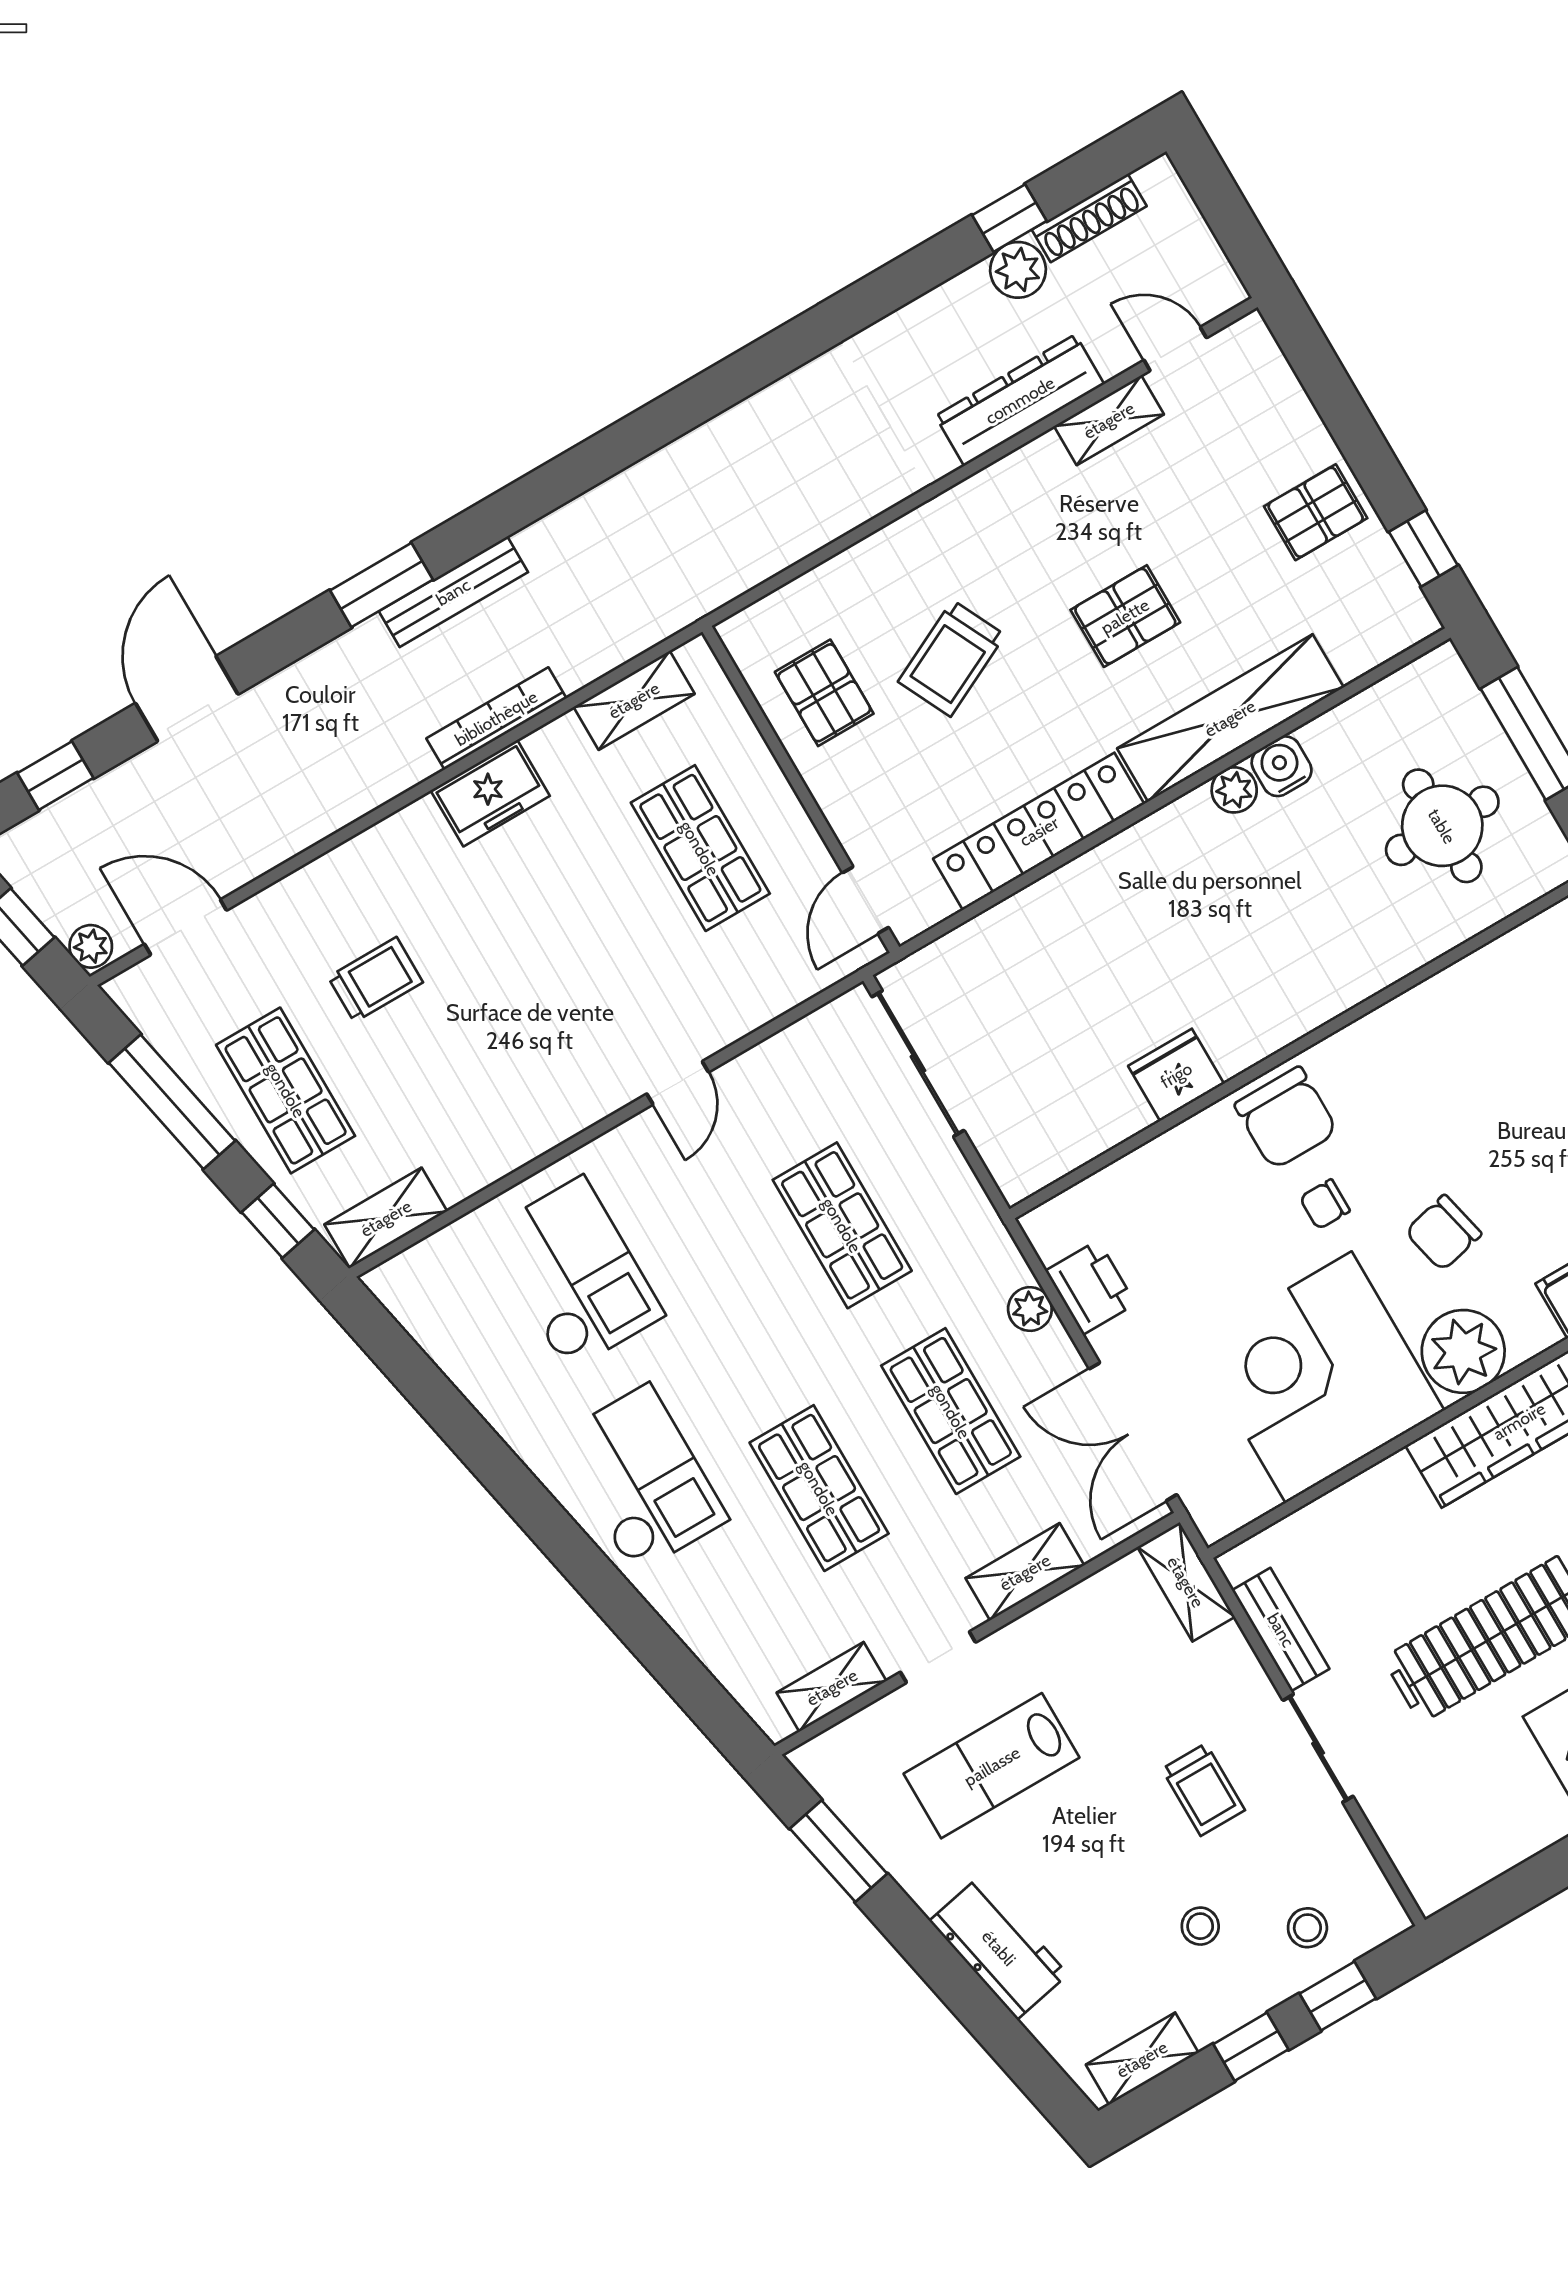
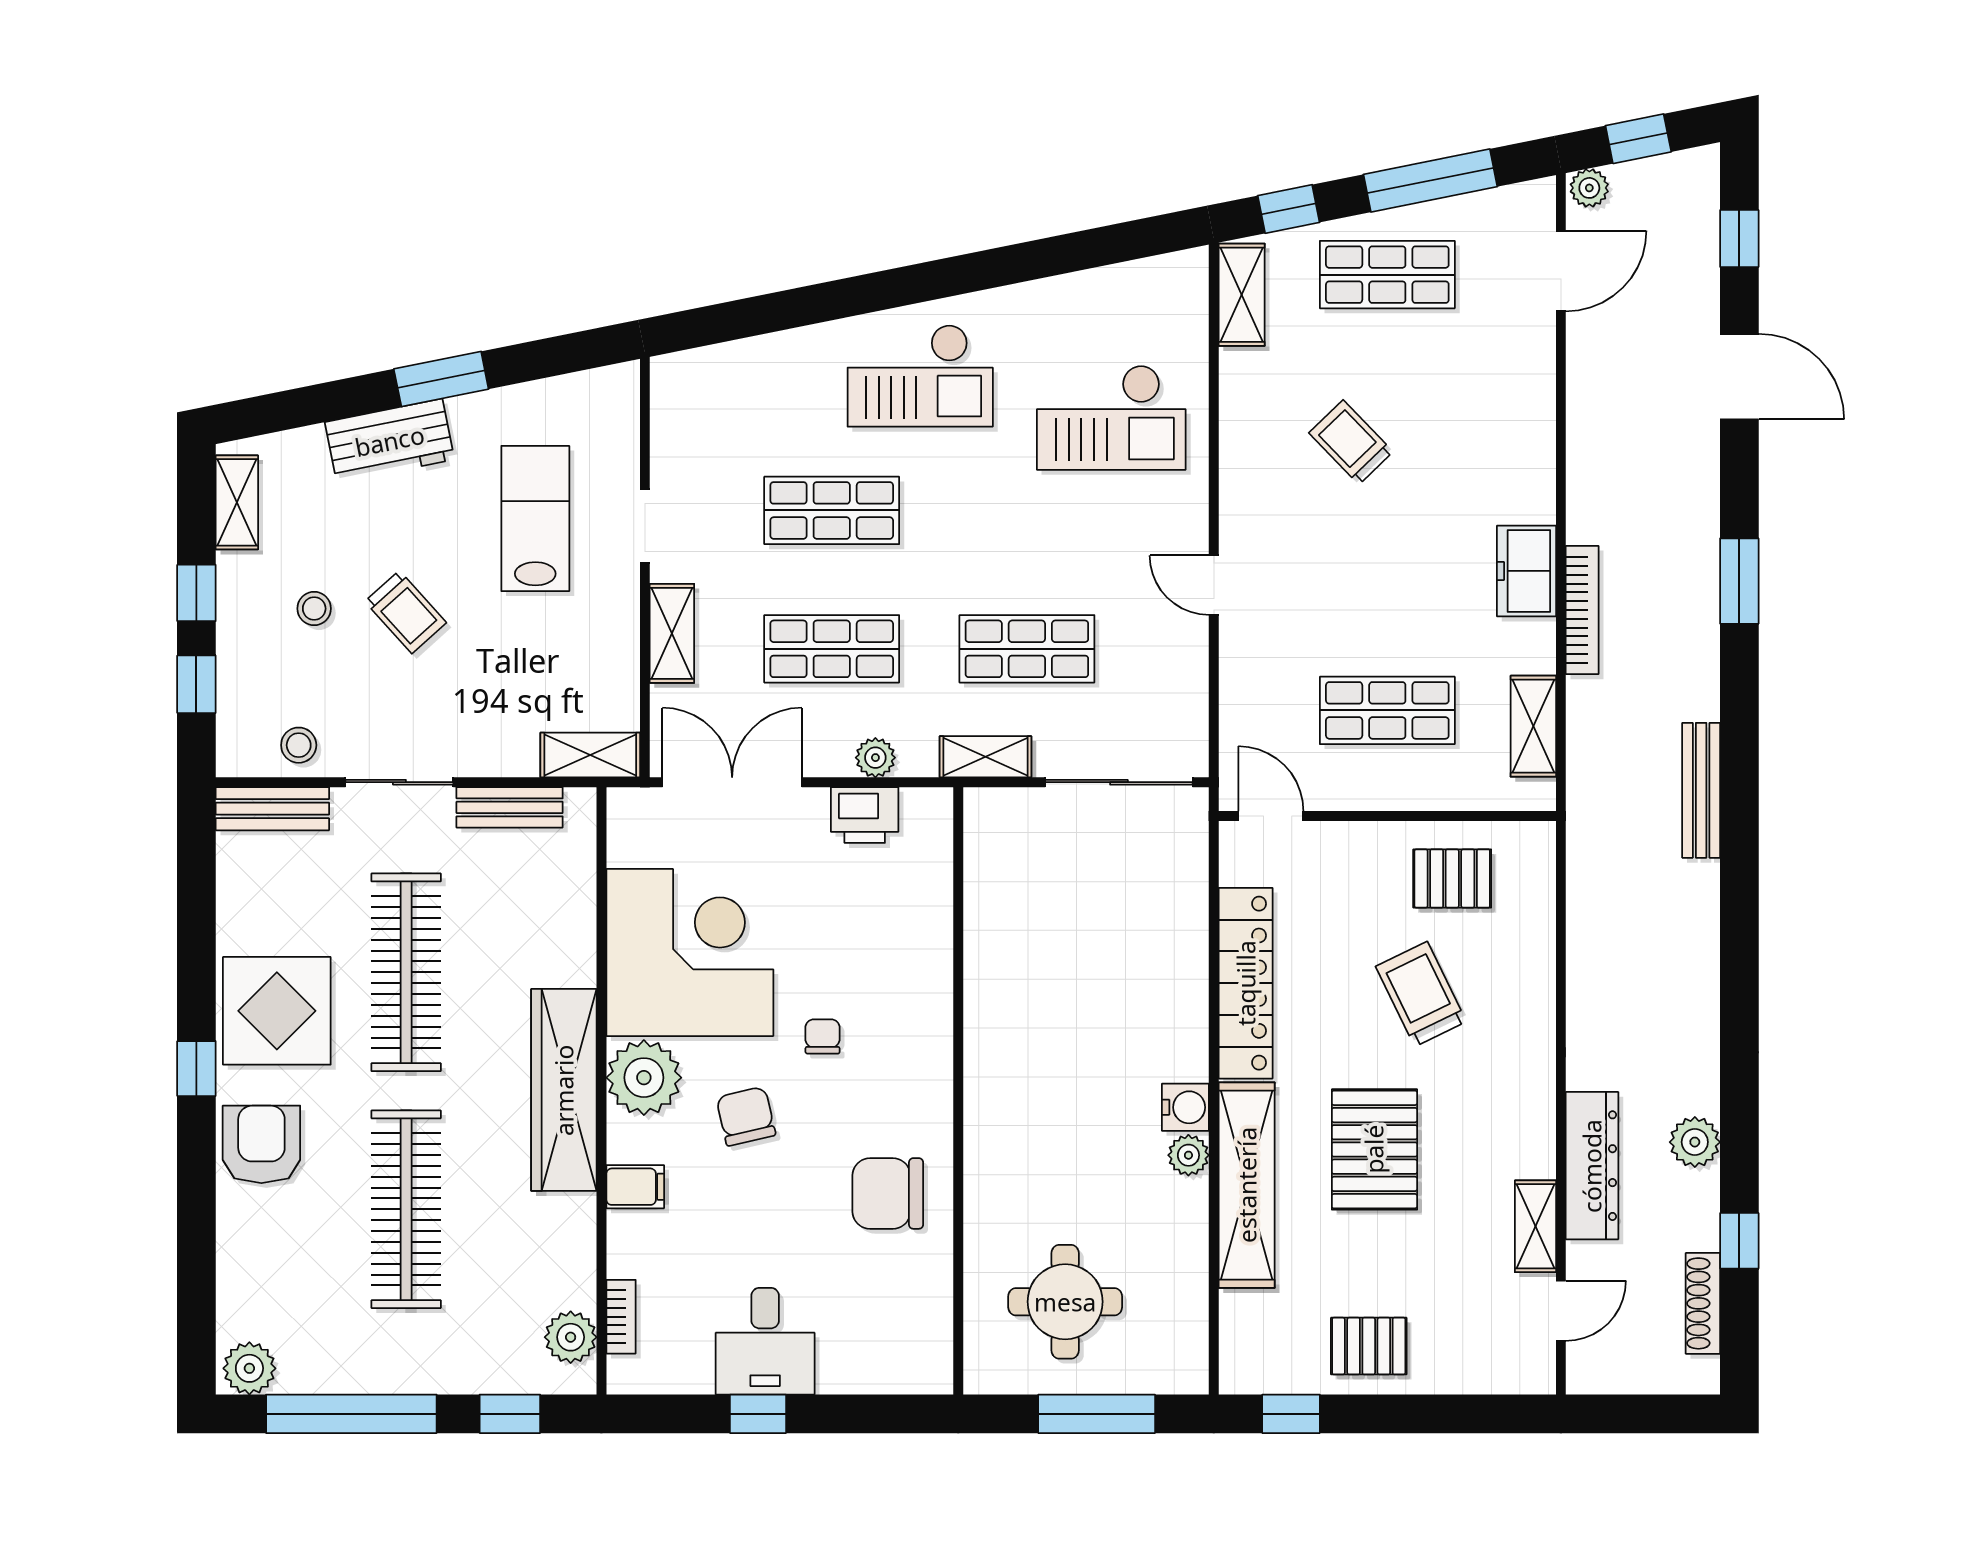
plant: (1018, 270) -> (1695, 1142), moved
pallet: (1316, 512) -> (1369, 1346), turned 90
bench: (453, 592) -> (1701, 790), moved
pallet: (1125, 616) -> (1374, 1149), width x1.50, depth x1.42
water cooler: (1282, 766) -> (1185, 1107), moved
trolley: (375, 980) -> (1351, 442), moved, turned 136
fridge: (1176, 1075) -> (992, 979), removed
chair: (1286, 1118) -> (888, 1193), moved
shelving: (832, 1687) -> (985, 757), moved, turned 90
trolley: (1203, 1790) -> (405, 612), moved, turned -132
window: (839, 1851) -> (441, 379), moved
bench: (1414, 1855) -> (272, 809), added
stool: (1307, 1928) -> (299, 745), moved

